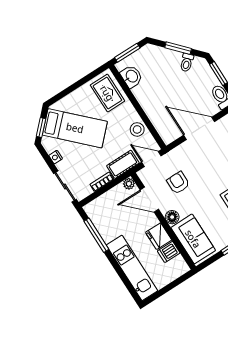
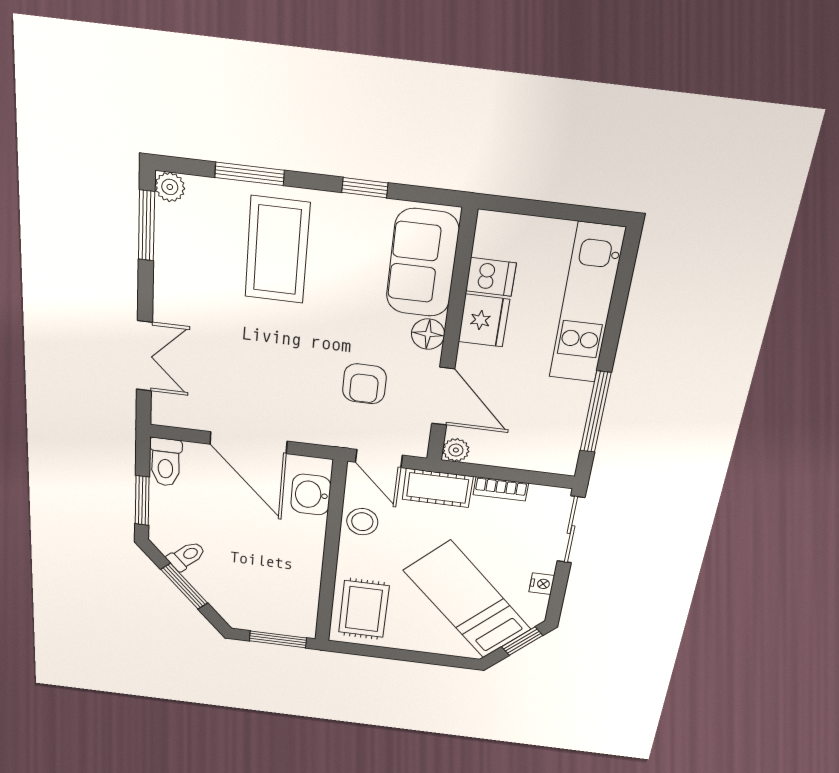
washbasin: (131, 76) -> (311, 495), moved

